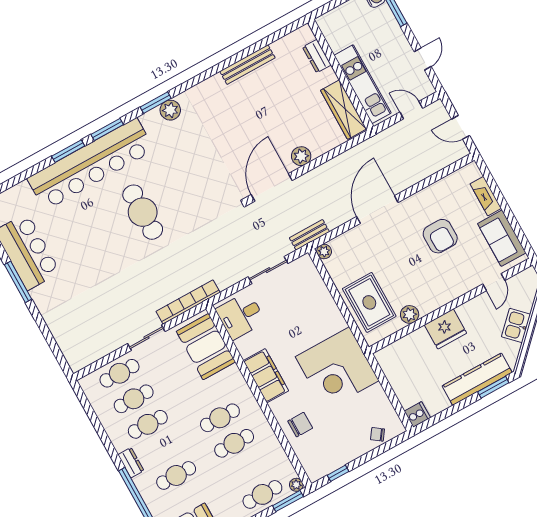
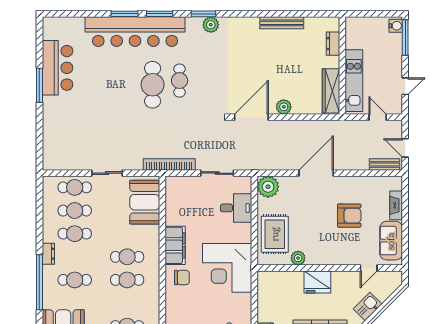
cafe table: (170, 191) -> (180, 81), added
bench: (309, 235) -> (385, 164), moved
armchair: (440, 236) -> (349, 216), turned -90
plant: (324, 251) -> (268, 187), width x1.88, depth x1.88
bookcase: (188, 302) -> (169, 164), moved
desk: (241, 316) -> (236, 208), moved, turned 180
chair: (300, 425) -> (182, 278), moved

